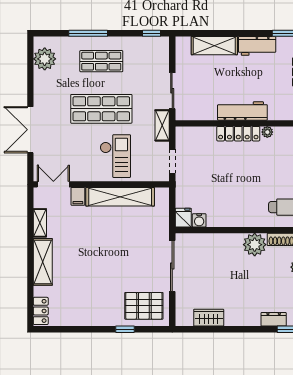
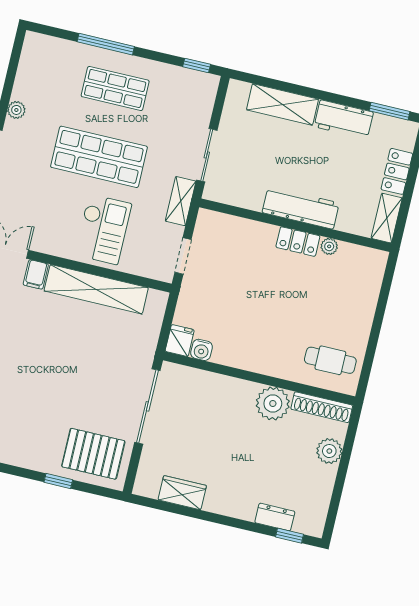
plant: (45, 59) -> (16, 110), moved, width x0.53, depth x0.53
locker: (238, 134) -> (298, 242), width x0.66

